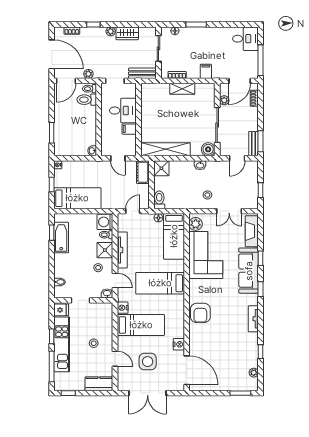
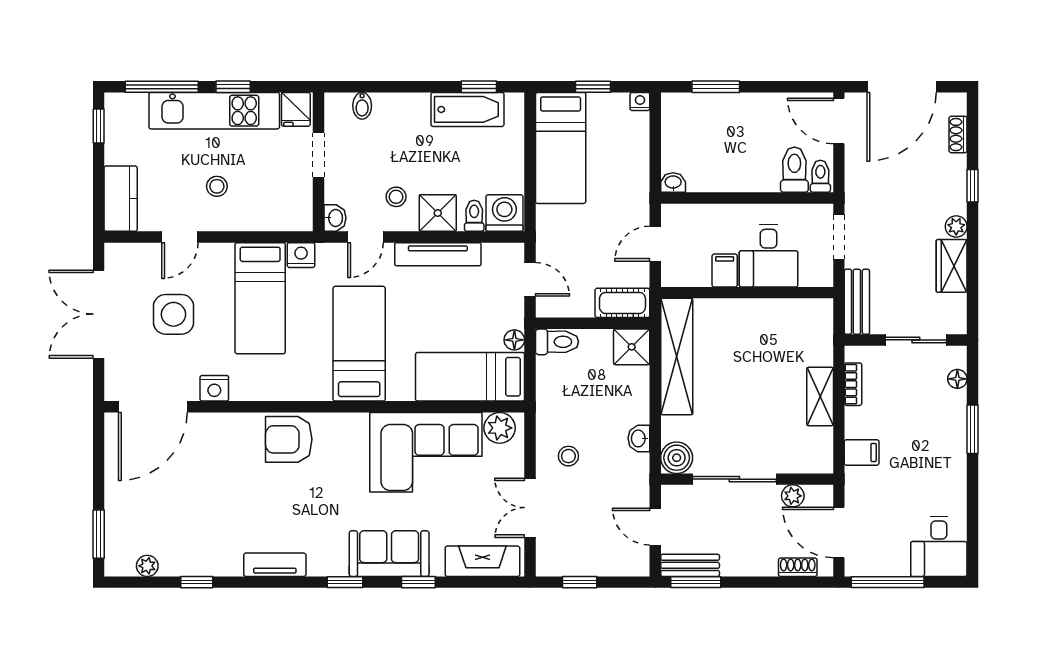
plant: (88, 74) -> (855, 174), removed
sofa: (249, 271) -> (389, 554), width x0.73

